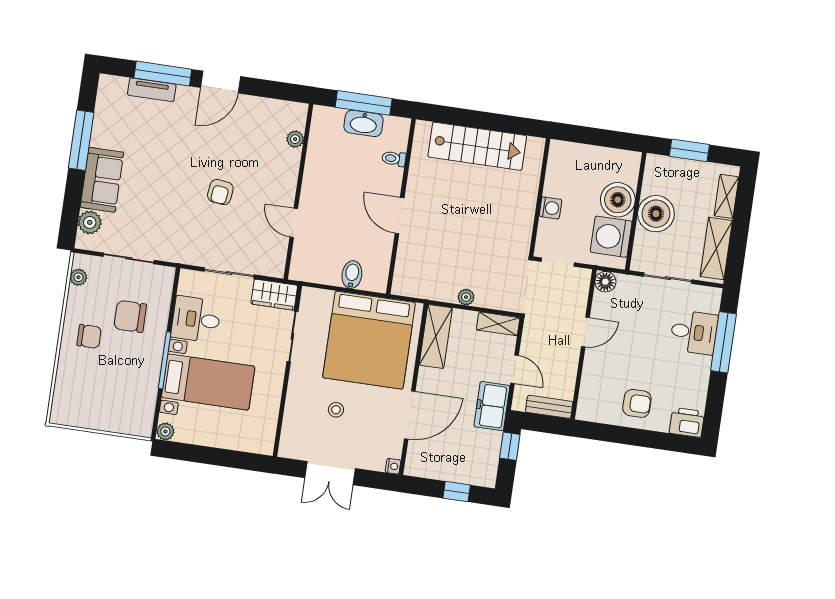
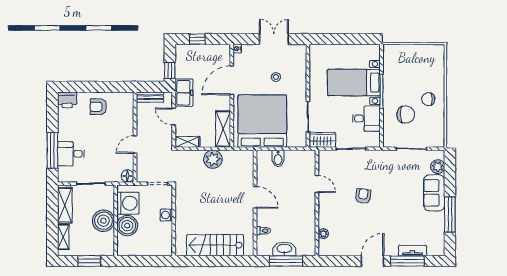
plant: (78, 277) -> (440, 133), removed
plant: (466, 297) -> (213, 159), width x1.88, depth x1.88
plant: (165, 431) -> (375, 49), removed

